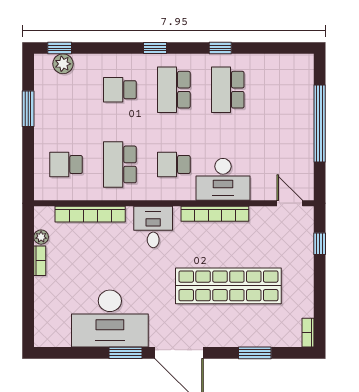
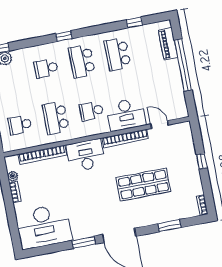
window: (220, 48) -> (134, 22), moved
piano: (304, 89) -> (168, 44), added
door: (290, 203) -> (160, 125), moved
desk: (153, 227) -> (86, 155), width x1.37
window: (320, 244) -> (202, 161), moved
shop shelf: (228, 286) -> (143, 185), width x0.71
desk: (110, 319) -> (44, 226), moved

